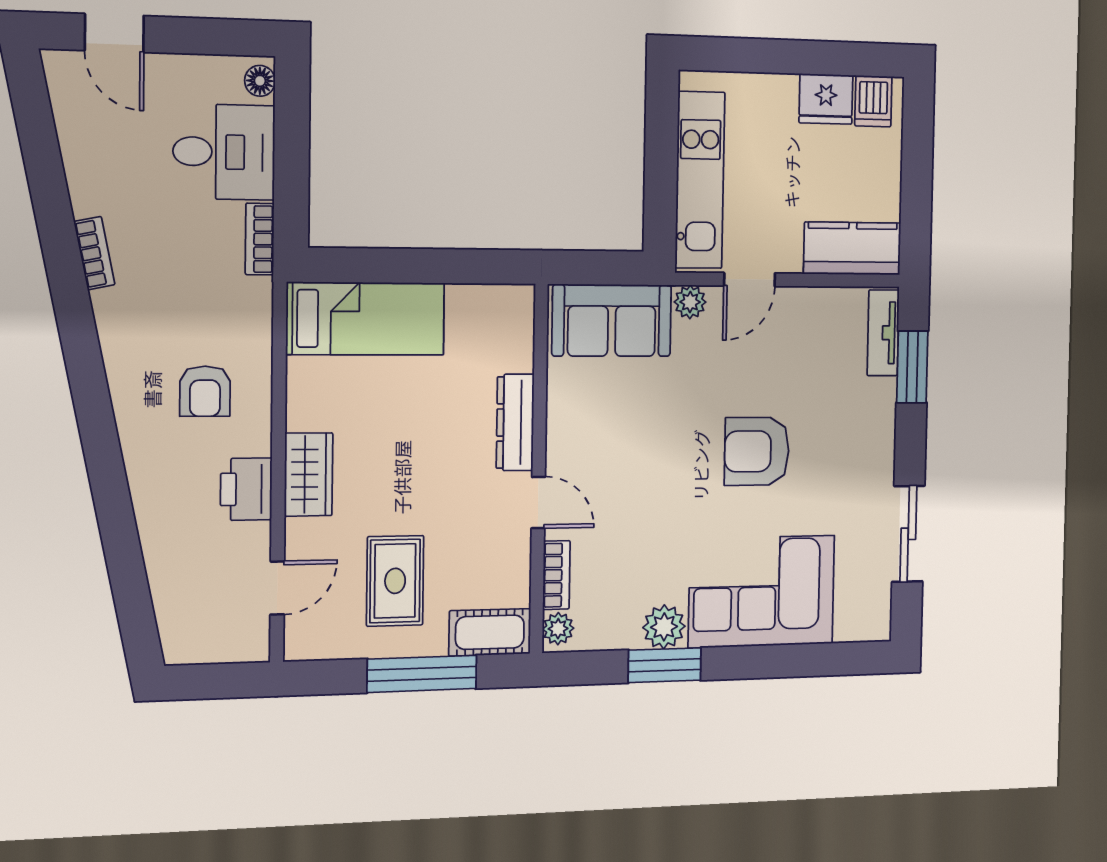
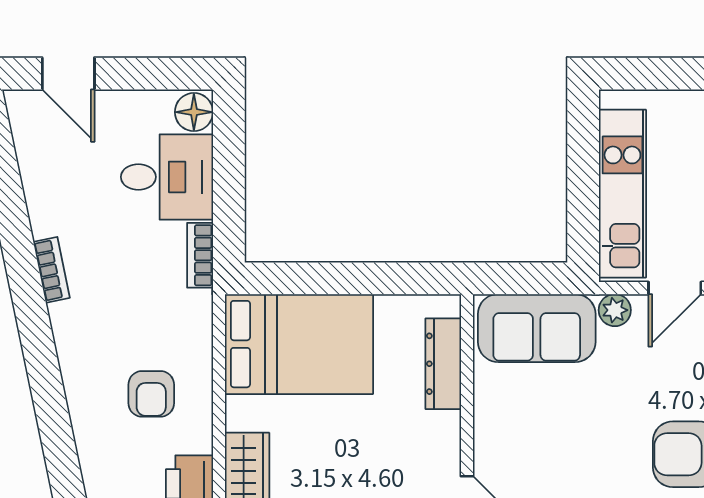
floor lamp: (260, 81) -> (194, 112), width x1.37, depth x1.37
bed: (366, 319) -> (299, 344), width x1.50
dresser: (515, 422) -> (443, 364), moved

